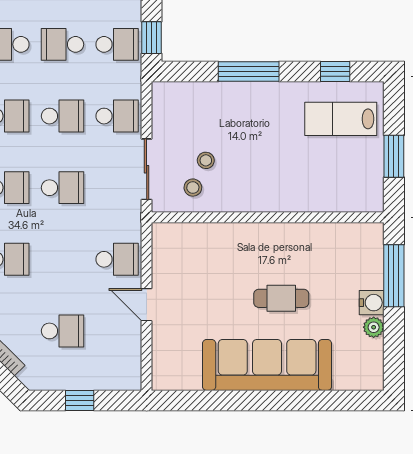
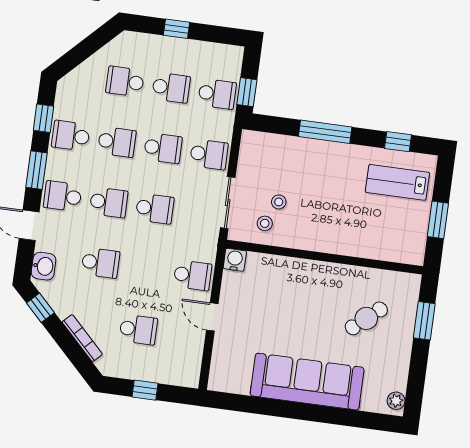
school desk: (62, 44) -> (171, 88), turned 180
window: (394, 276) -> (424, 321), width x0.69
cafe table: (281, 298) -> (366, 318), moved, turned -41
water cooler: (372, 303) -> (235, 260), moved, turned -90
plant: (374, 327) -> (396, 401), moved

